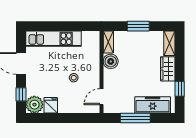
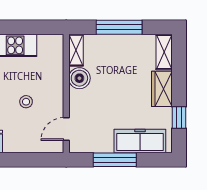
window: (138, 26) -> (119, 27), width x1.44

